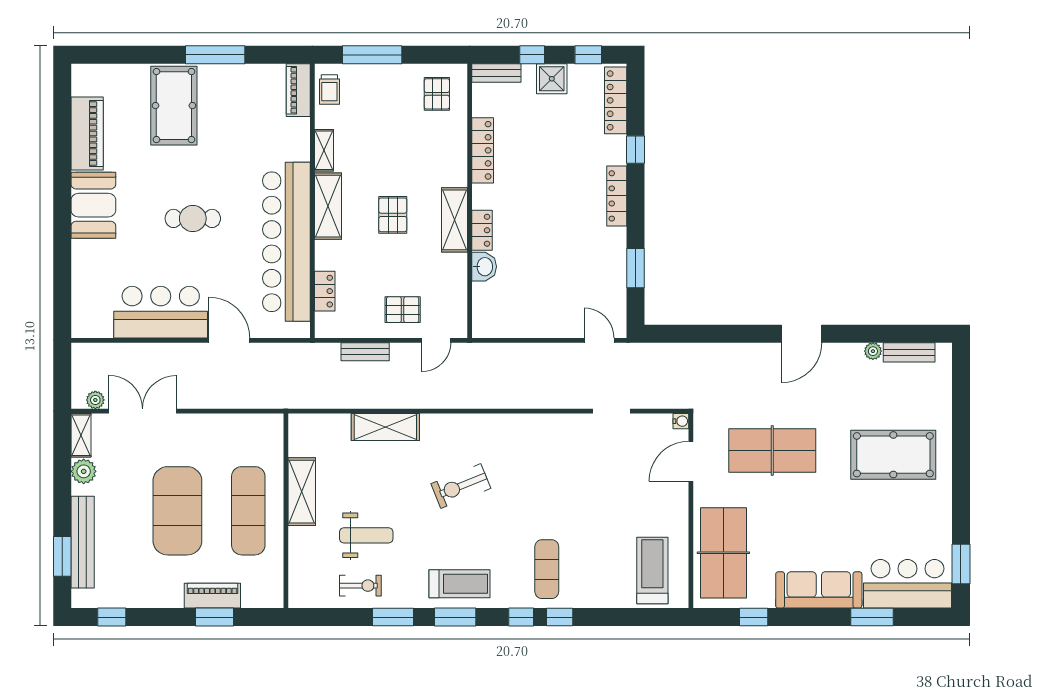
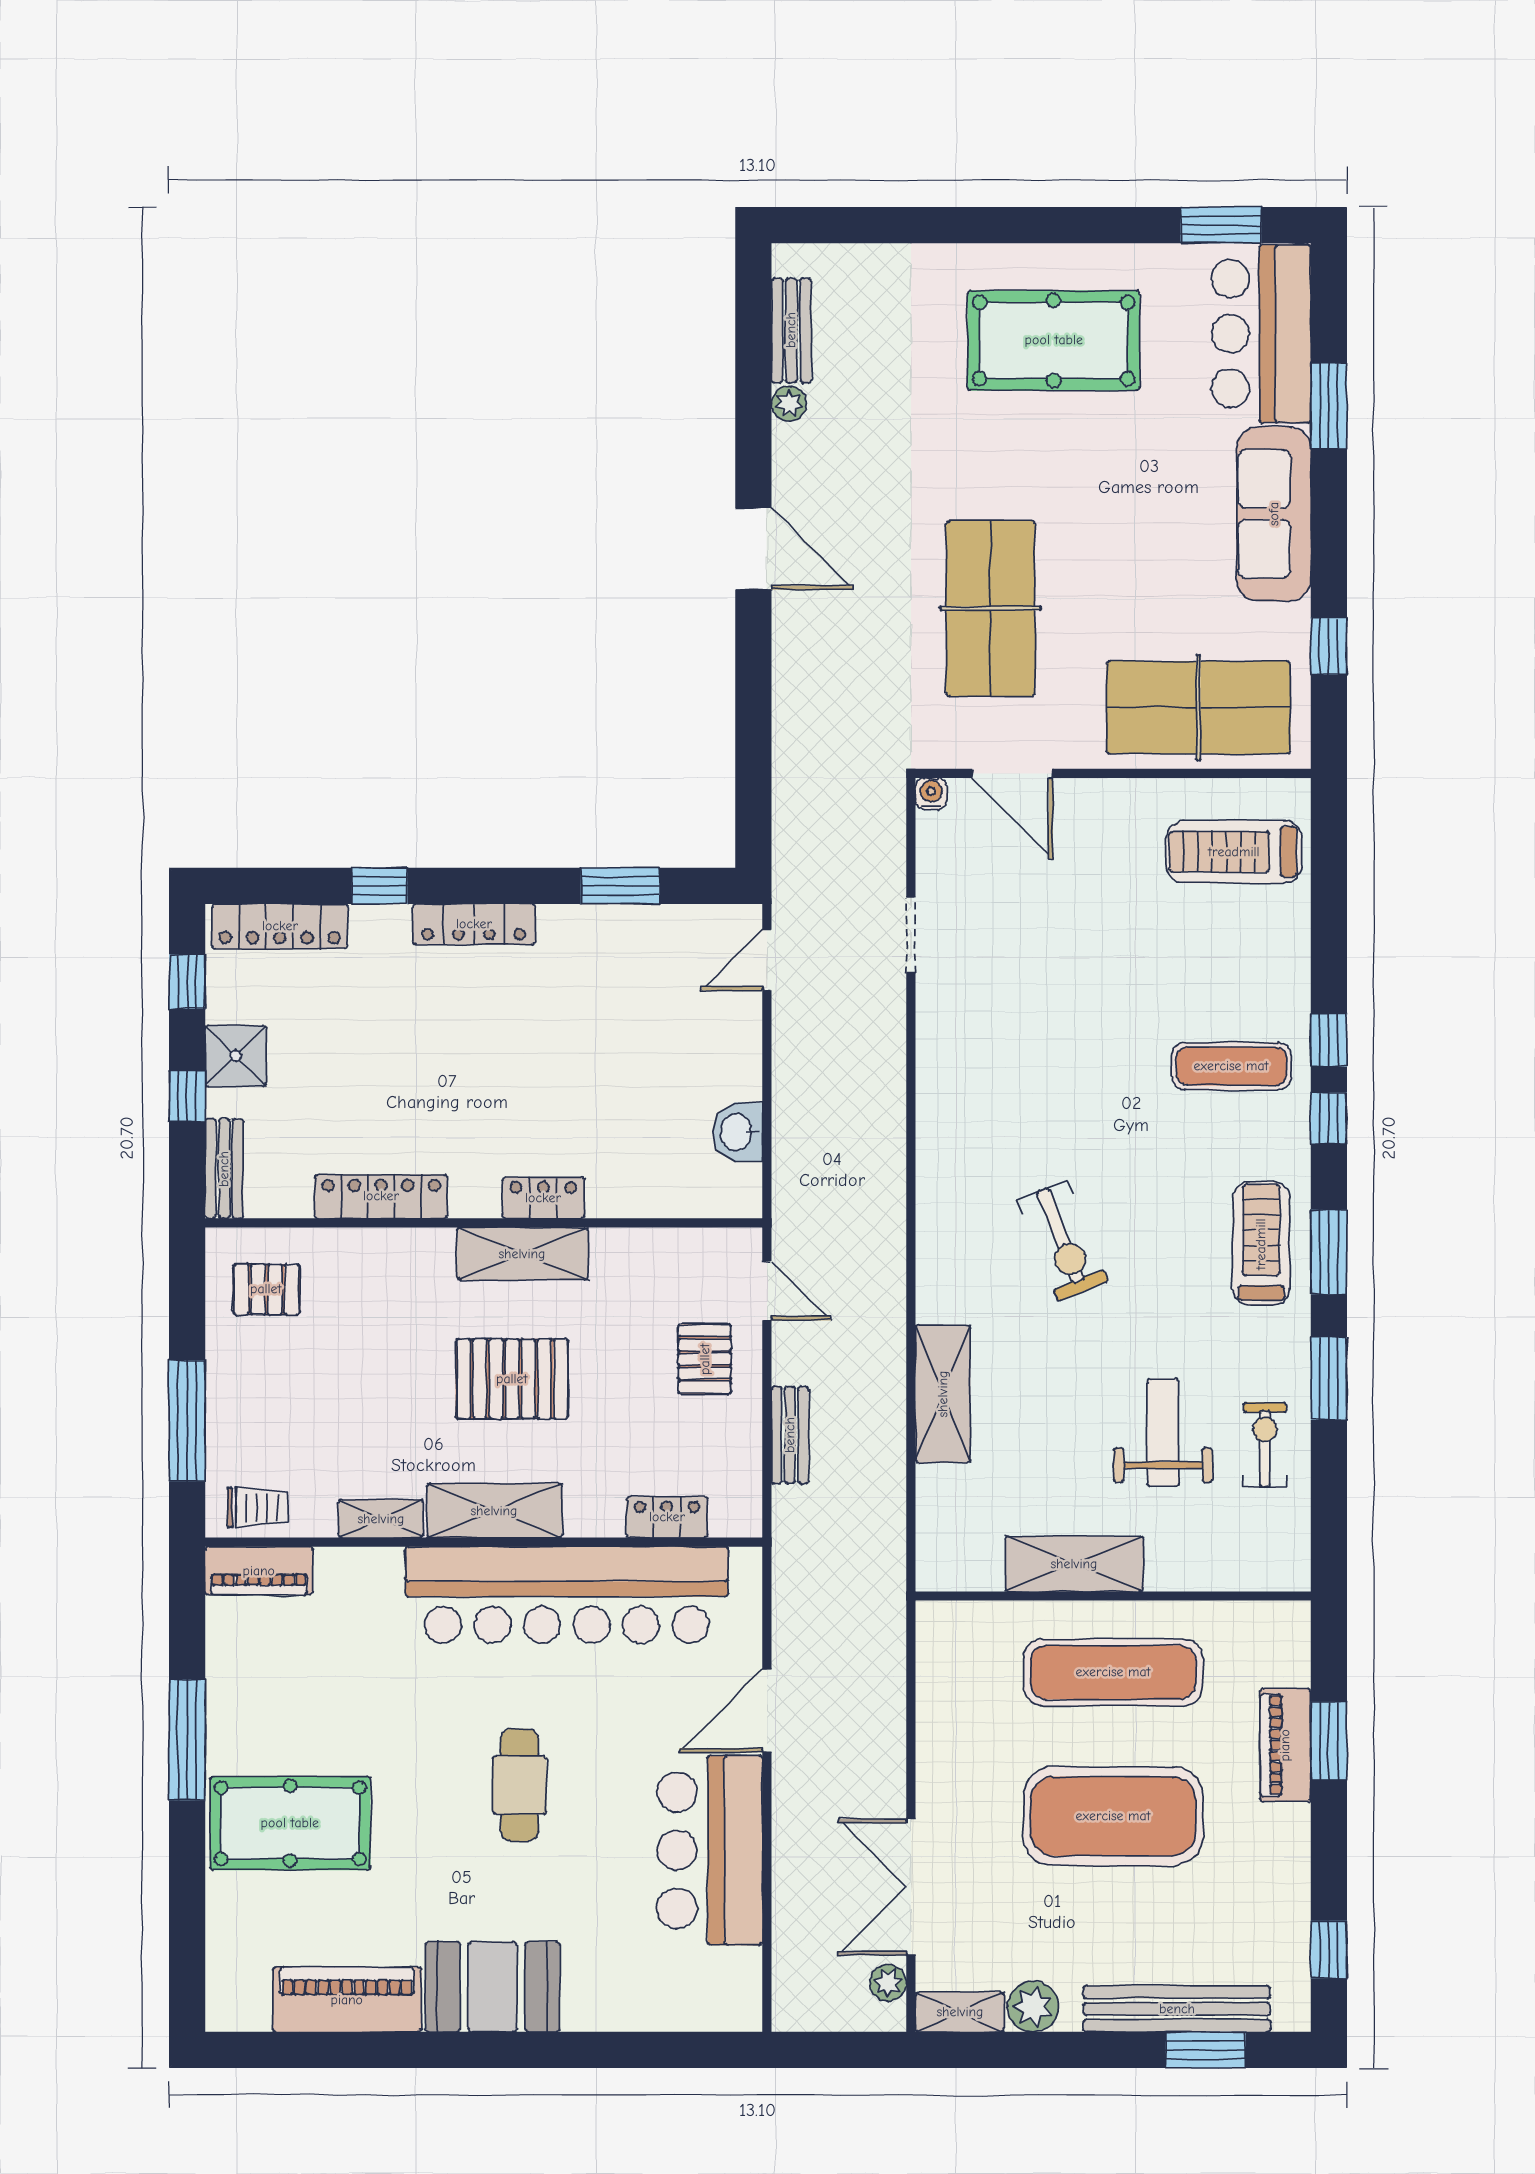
pallet: (393, 215) -> (512, 1379), width x1.50, depth x1.42
washbasin: (484, 267) -> (737, 1132), moved, turned -90
pool table: (893, 455) -> (1054, 340), moved, turned 90

